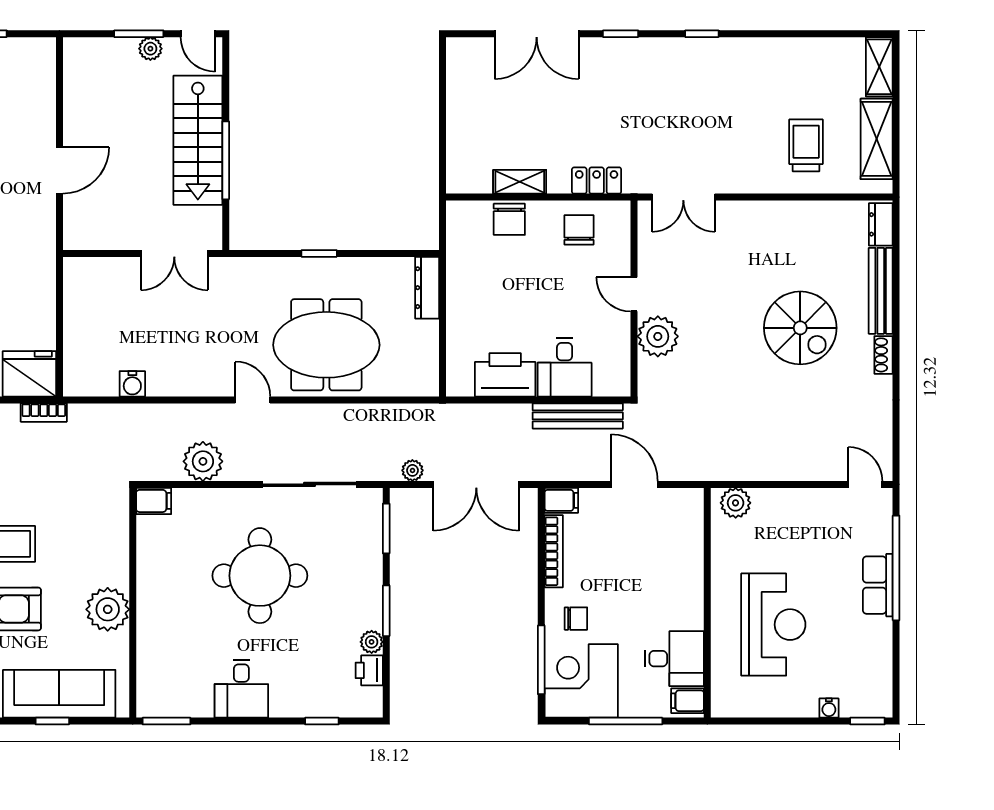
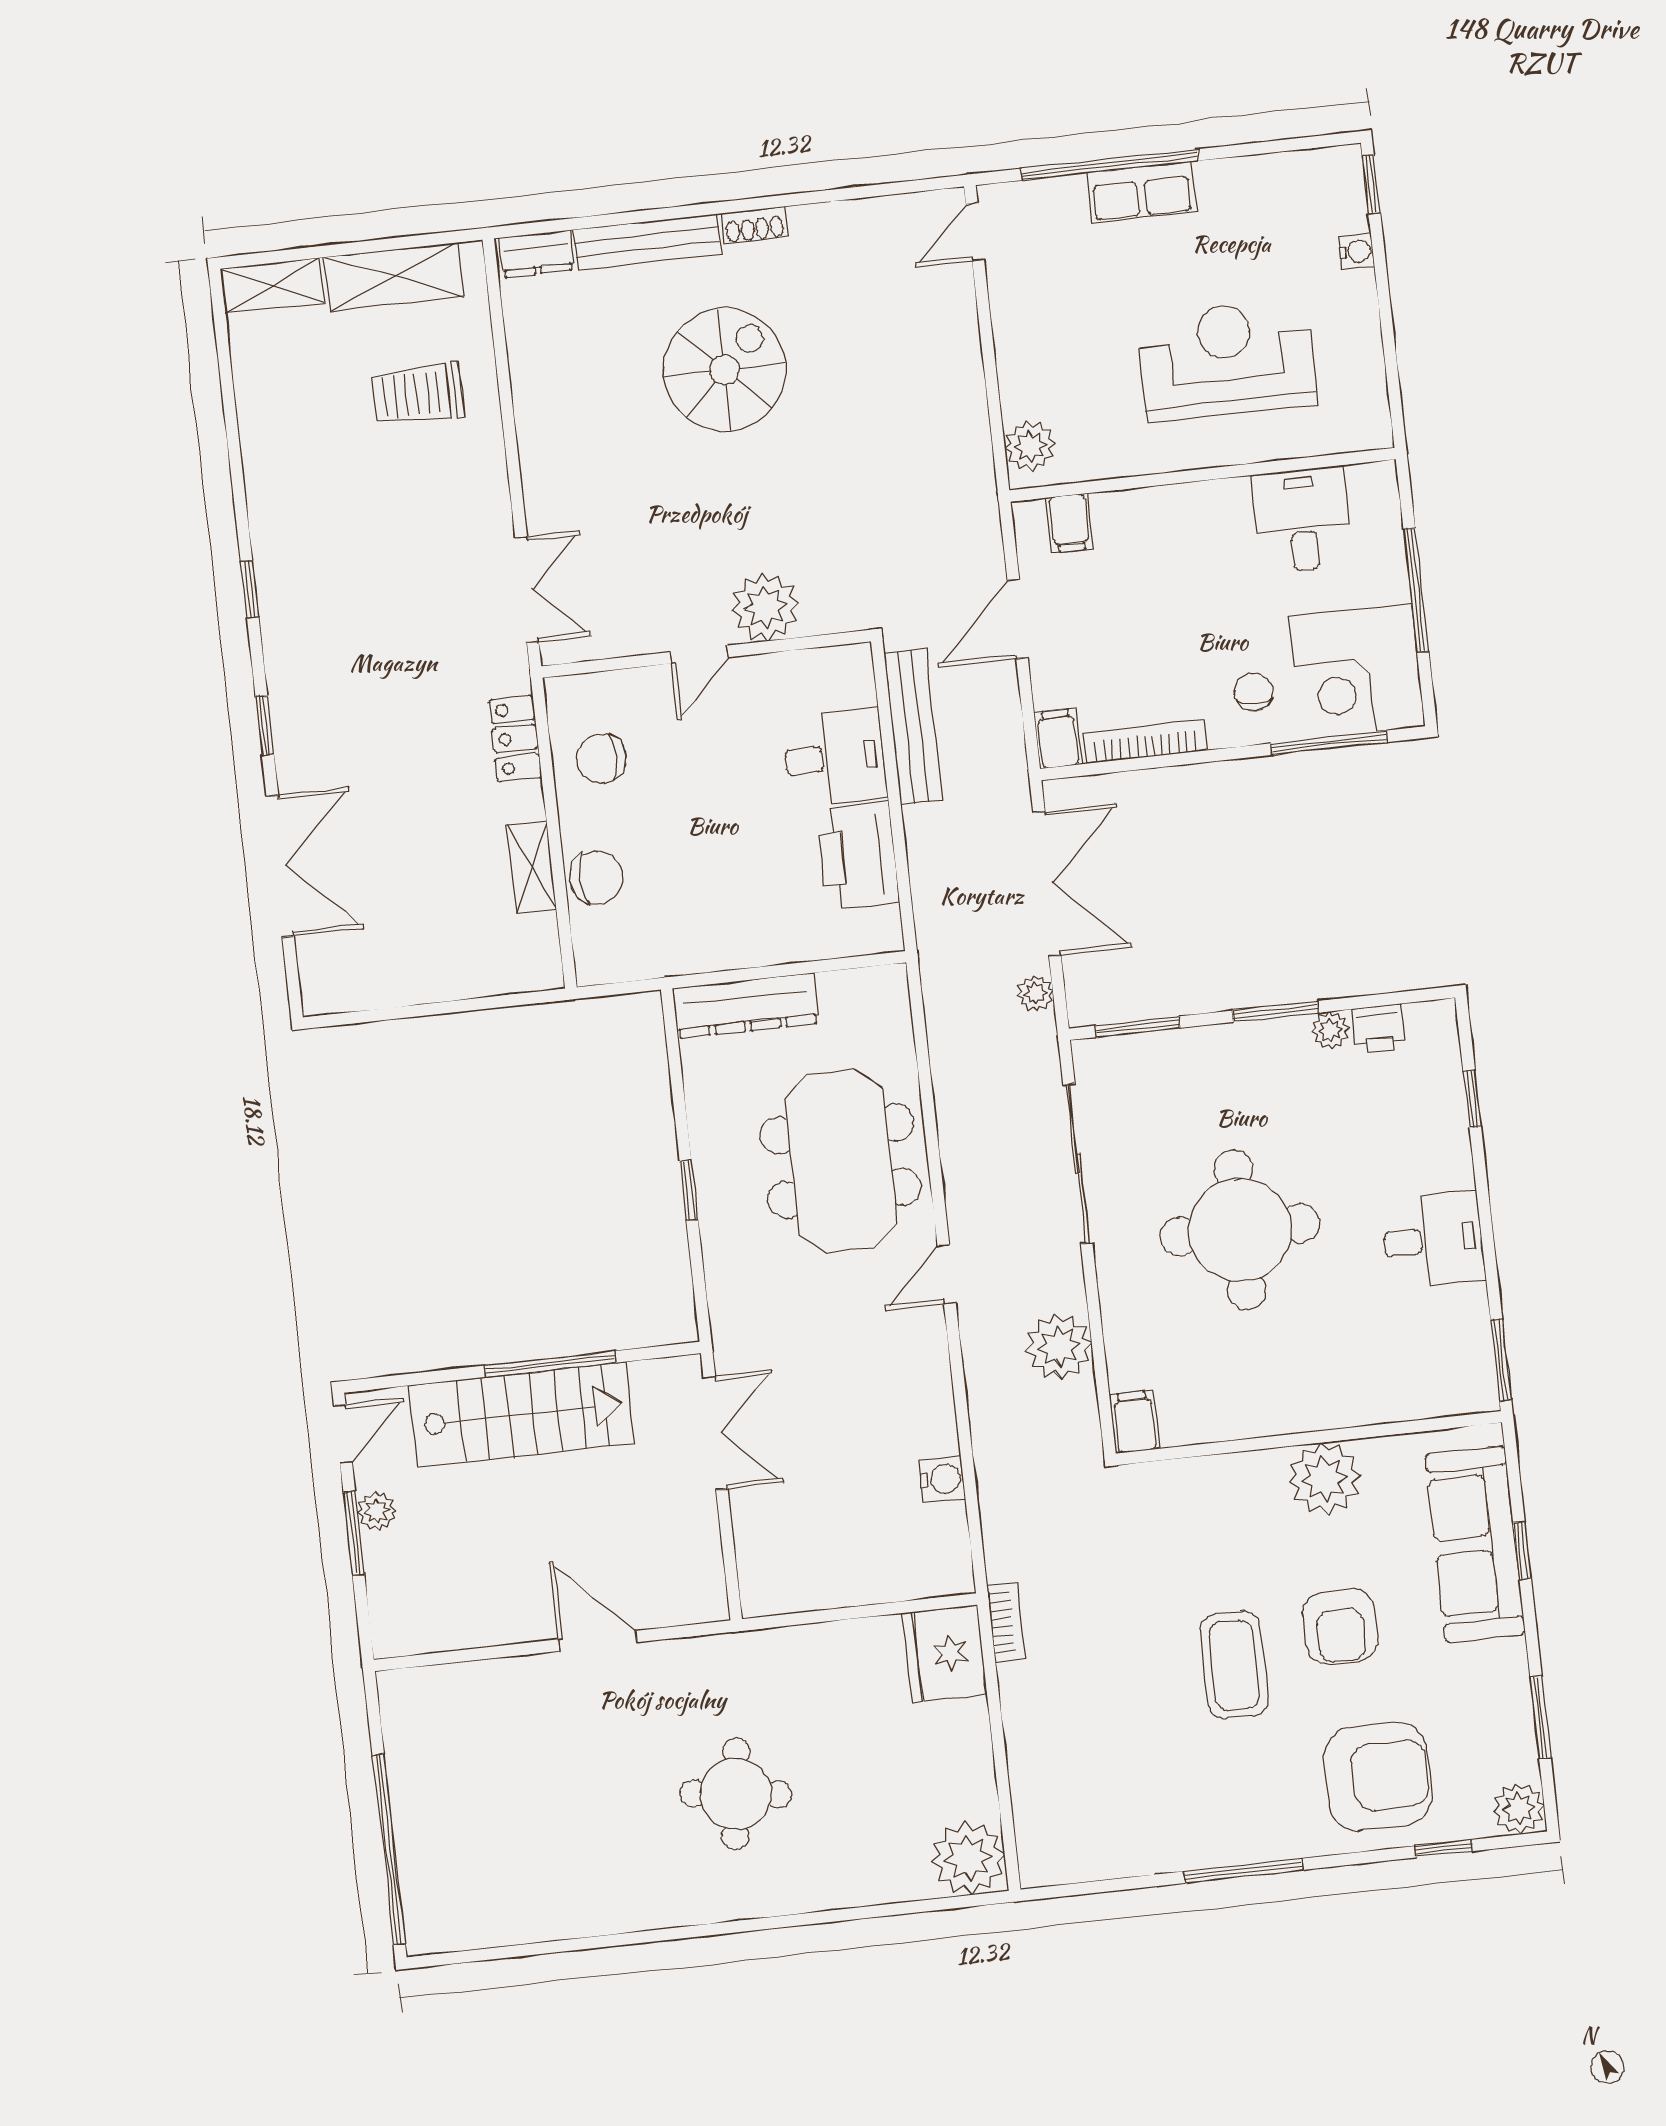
dresser: (427, 288) -> (746, 1006), width x1.37, depth x1.24
filing cabinet: (688, 701) -> (1069, 523), moved

